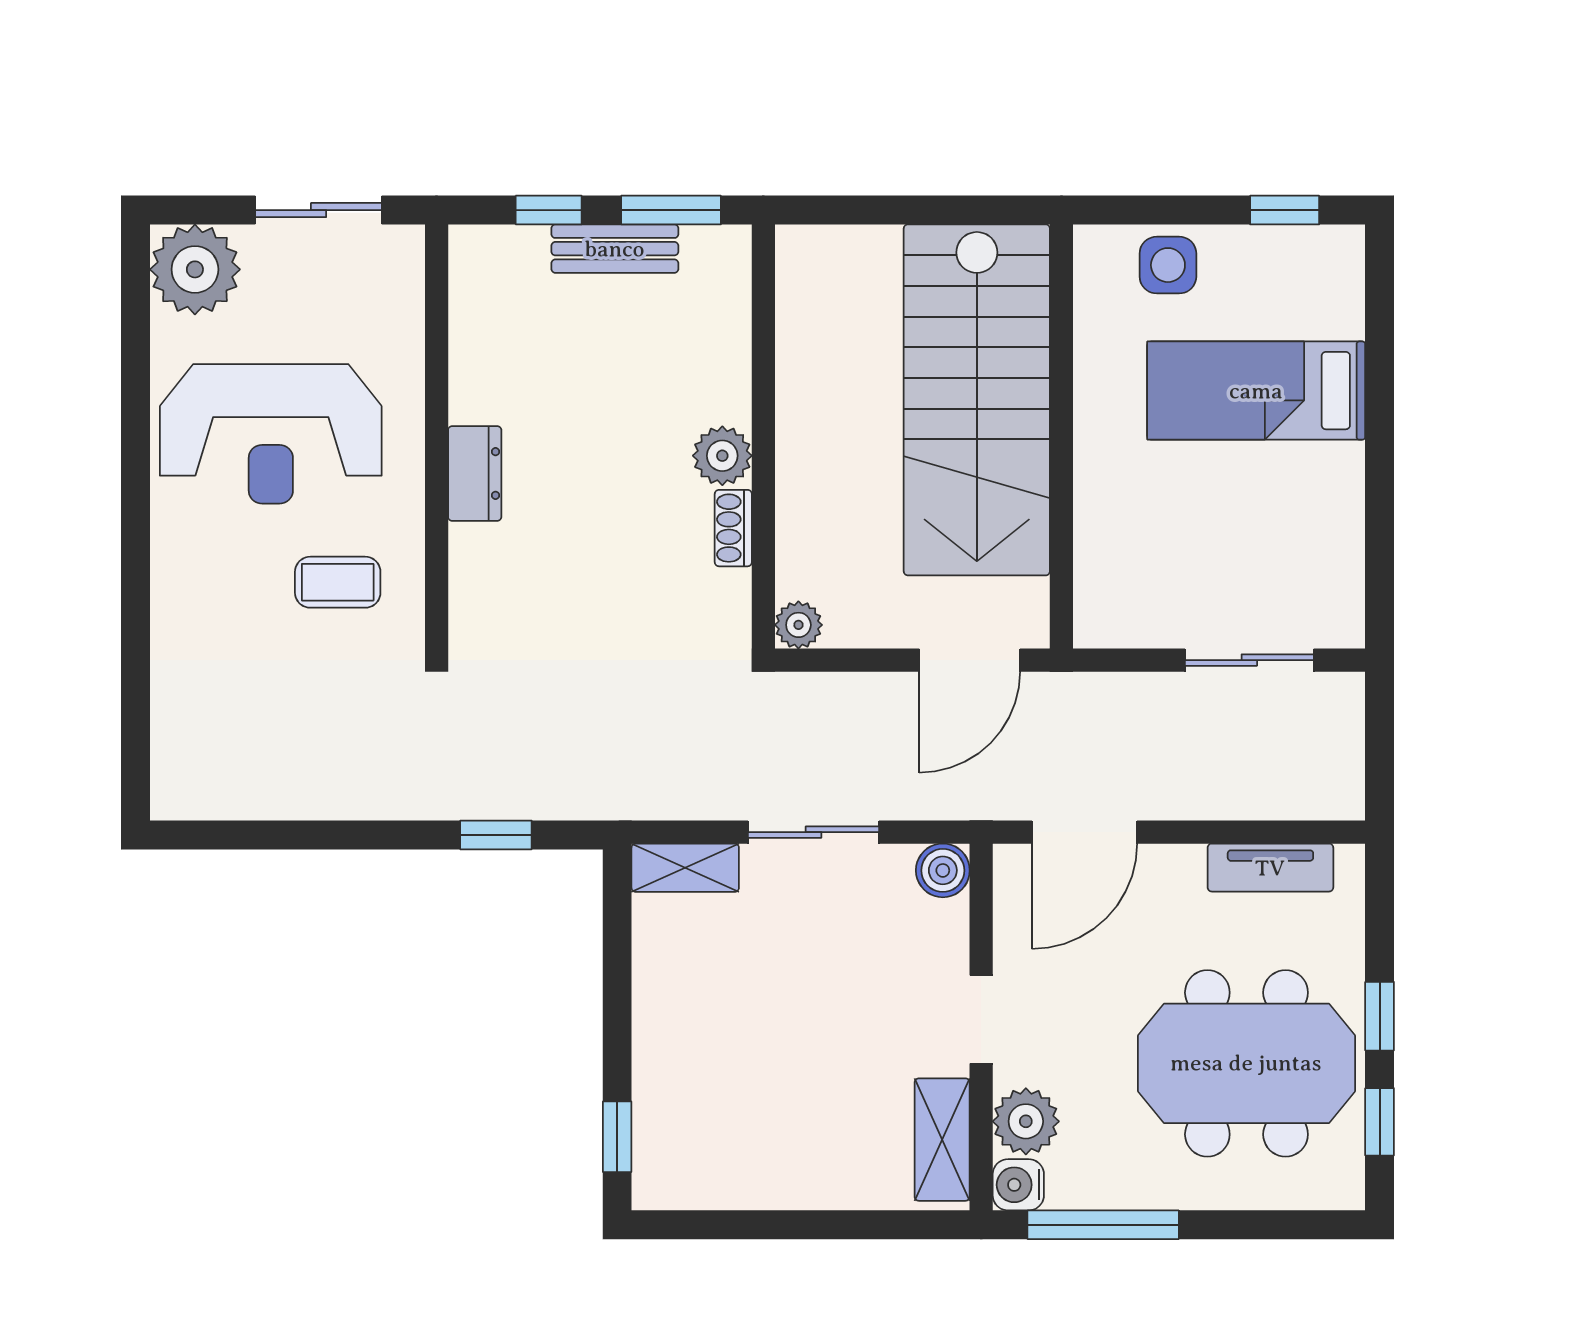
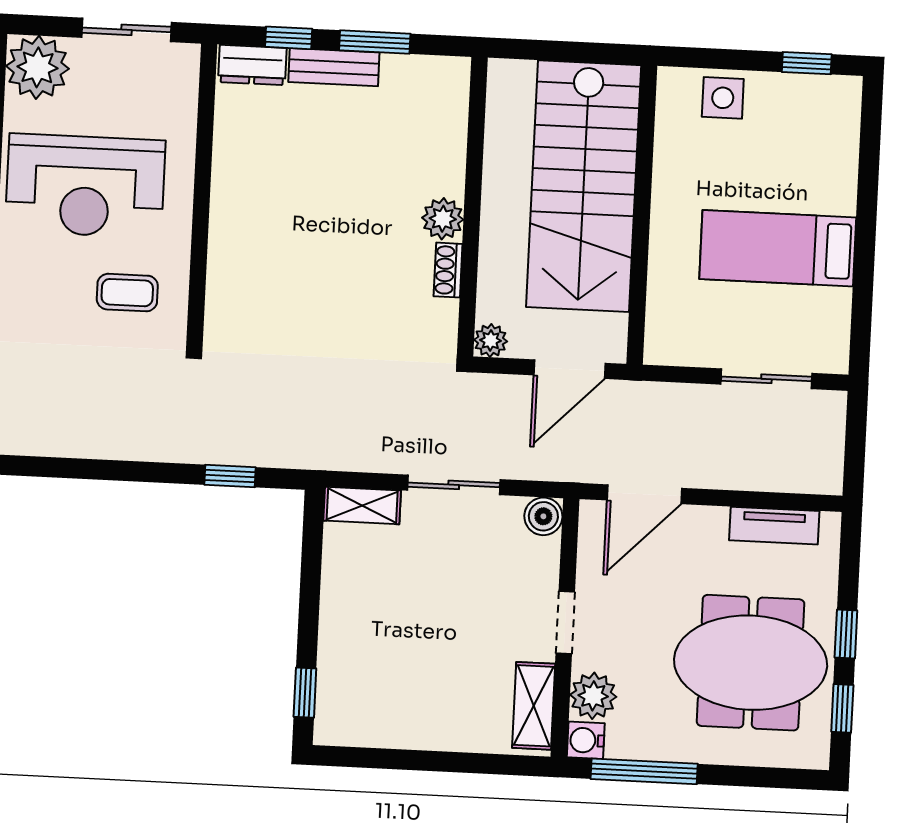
bed: (1256, 391) -> (778, 248), moved
wall: (763, 437) -> (472, 207), moved
plant: (722, 456) -> (443, 219), moved
dresser: (475, 473) -> (252, 65), moved, turned 90
shoe rack: (733, 528) -> (448, 270), moved
plant: (798, 625) -> (491, 340), moved

